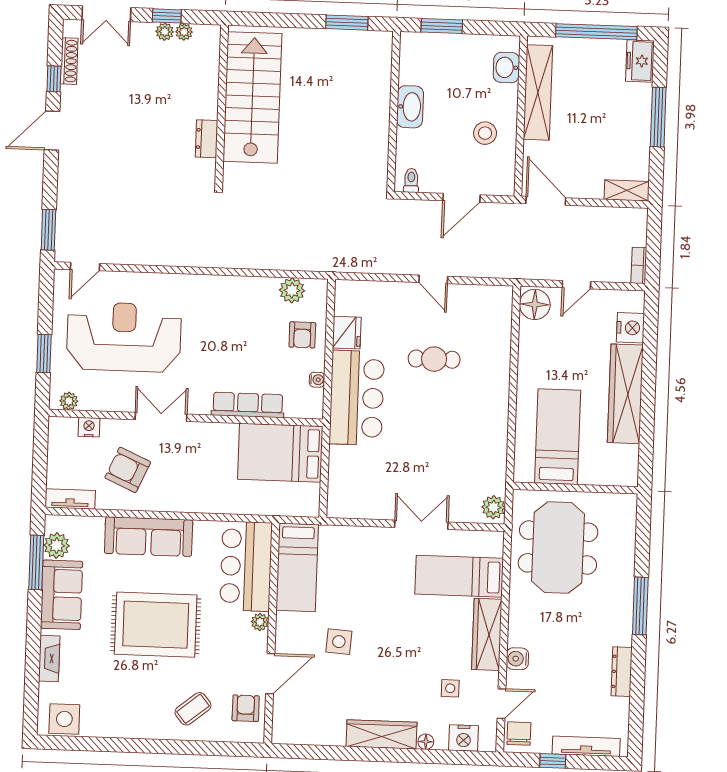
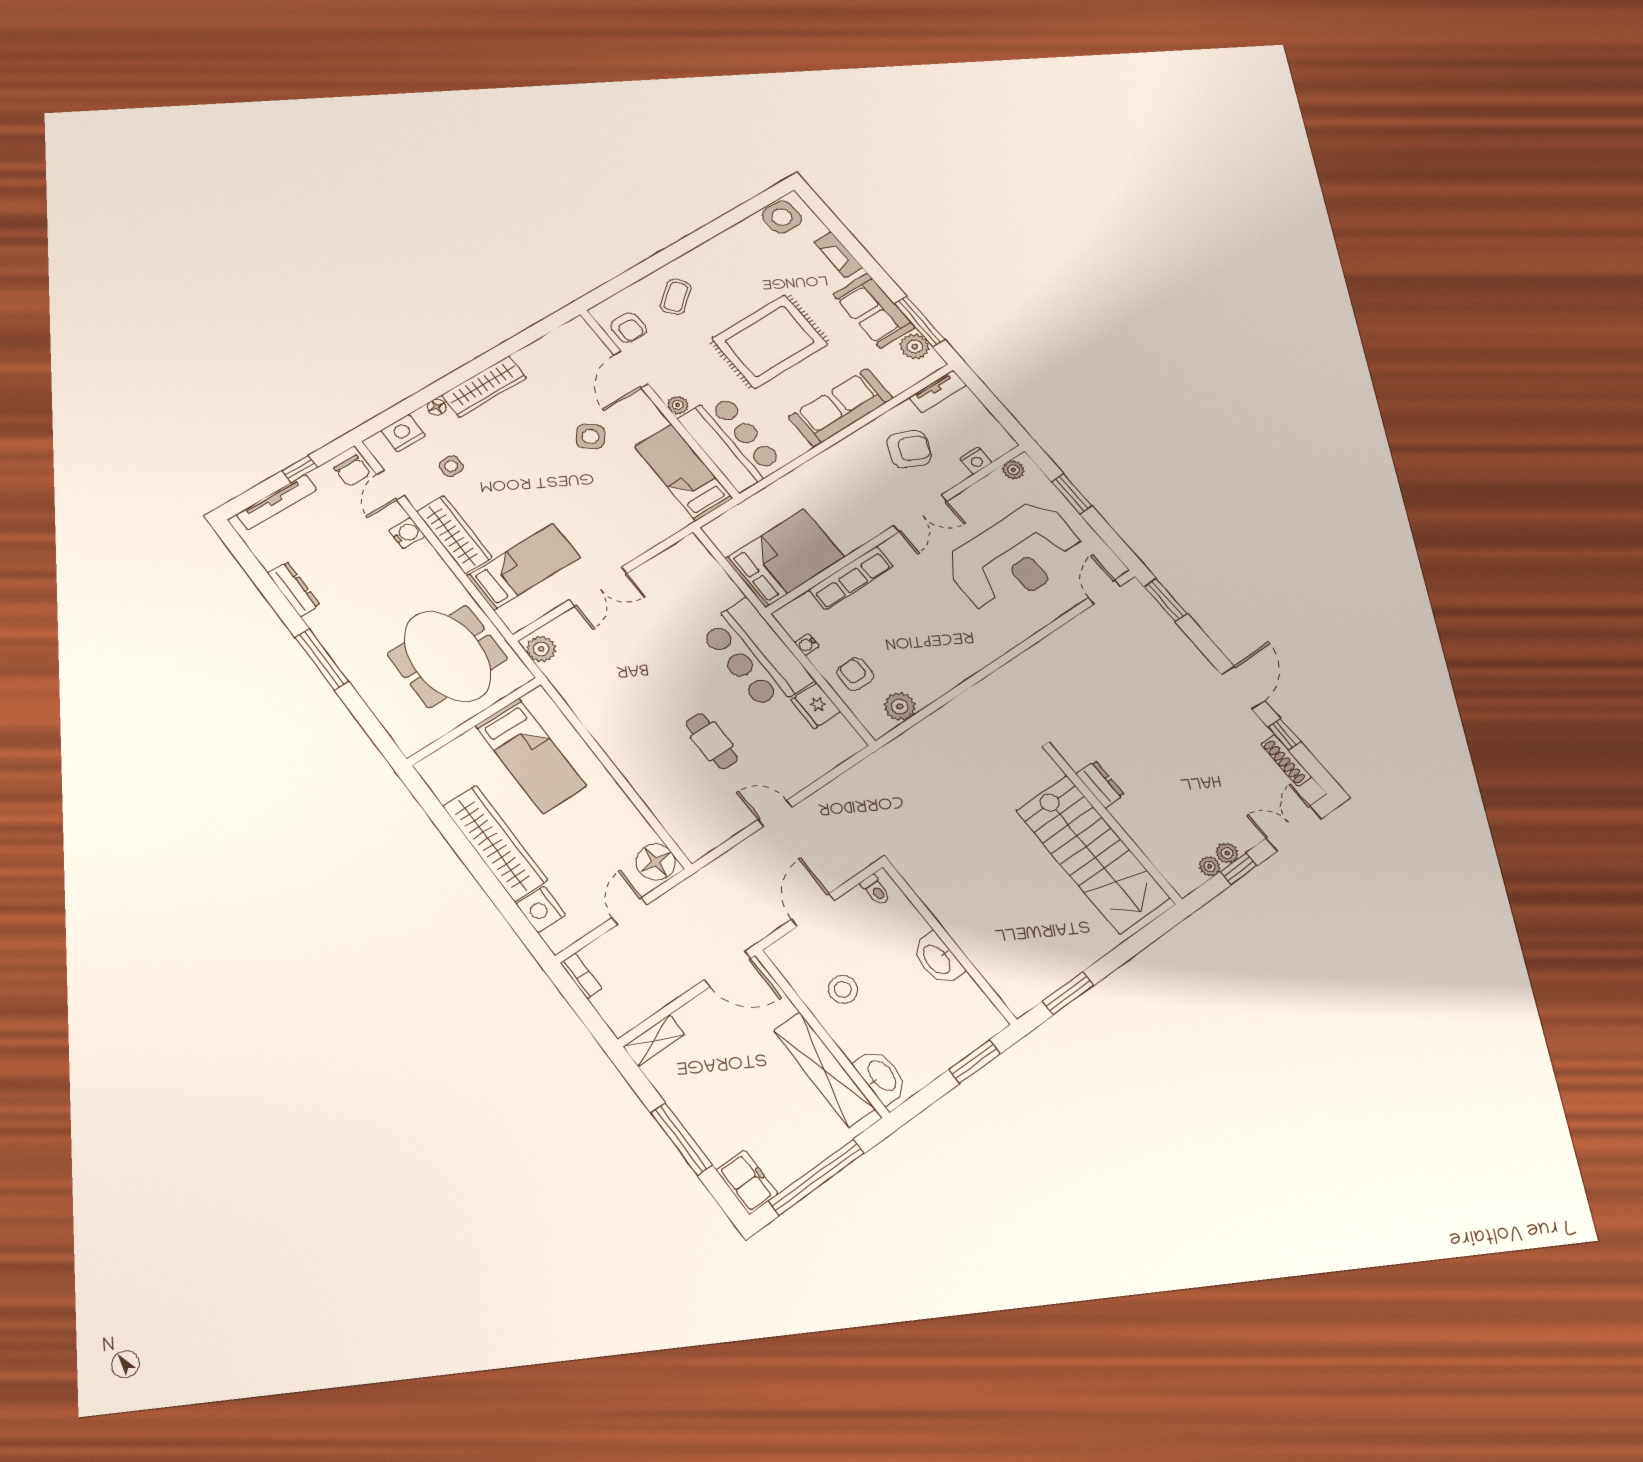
washbasin: (506, 67) -> (881, 1076), width x1.38
cafe table: (434, 359) -> (712, 741), turned 90
side table: (339, 642) -> (590, 437), turned 36

